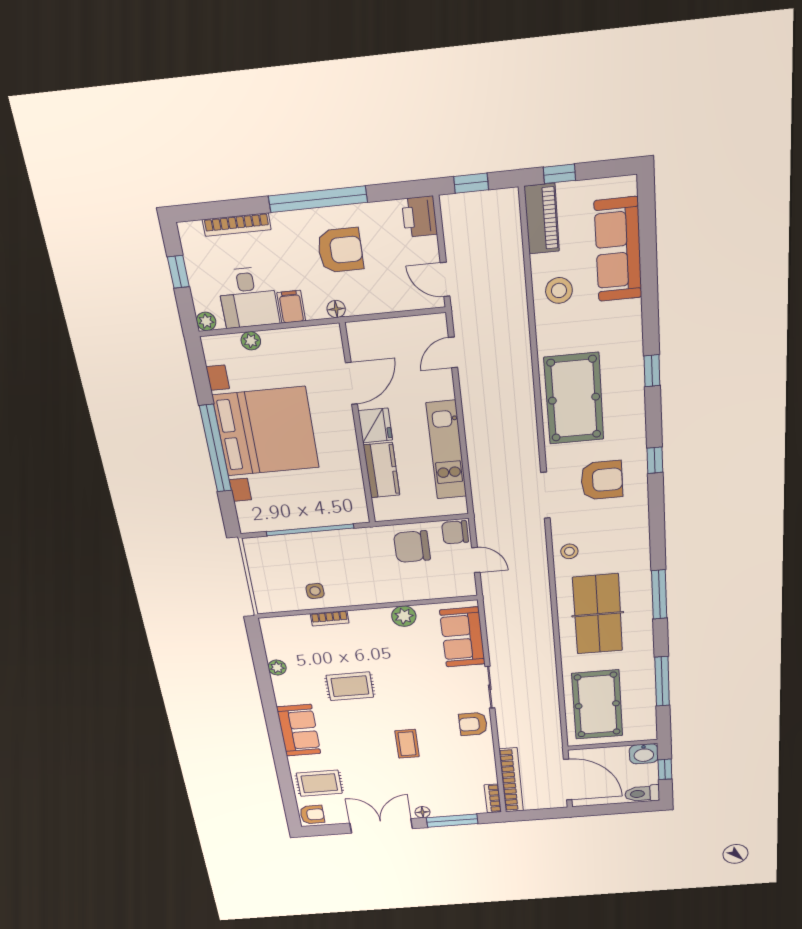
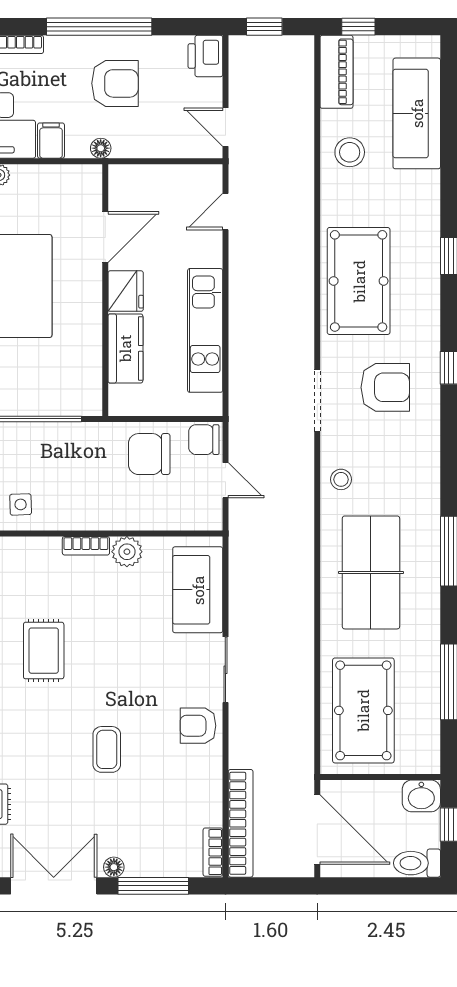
bookcase: (330, 618) -> (86, 546), moved
rug: (350, 686) -> (44, 651), turned 90

